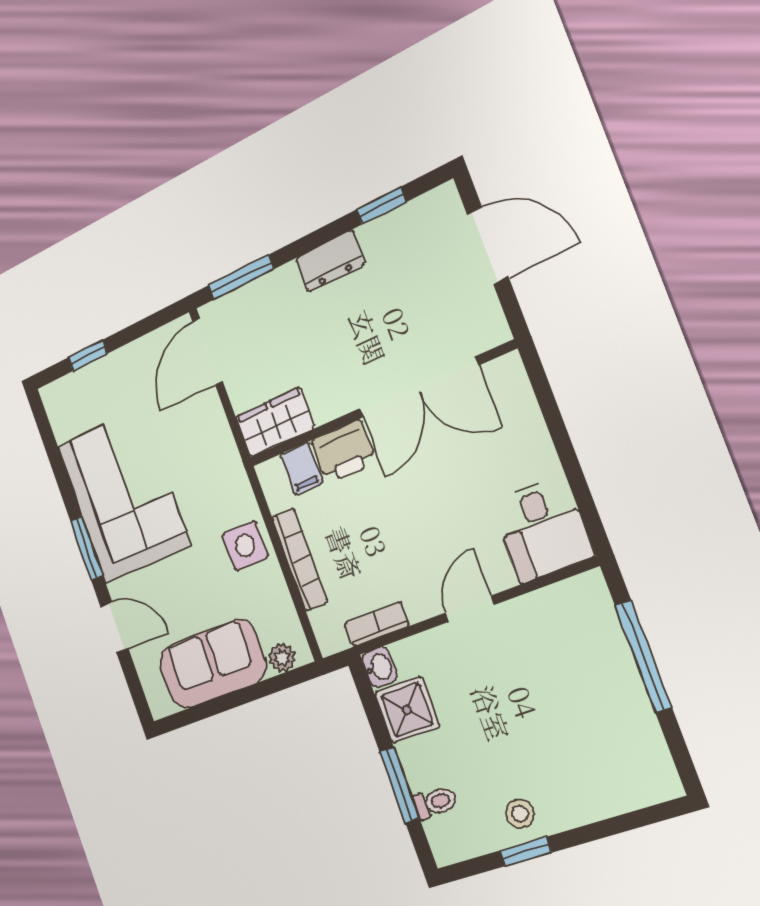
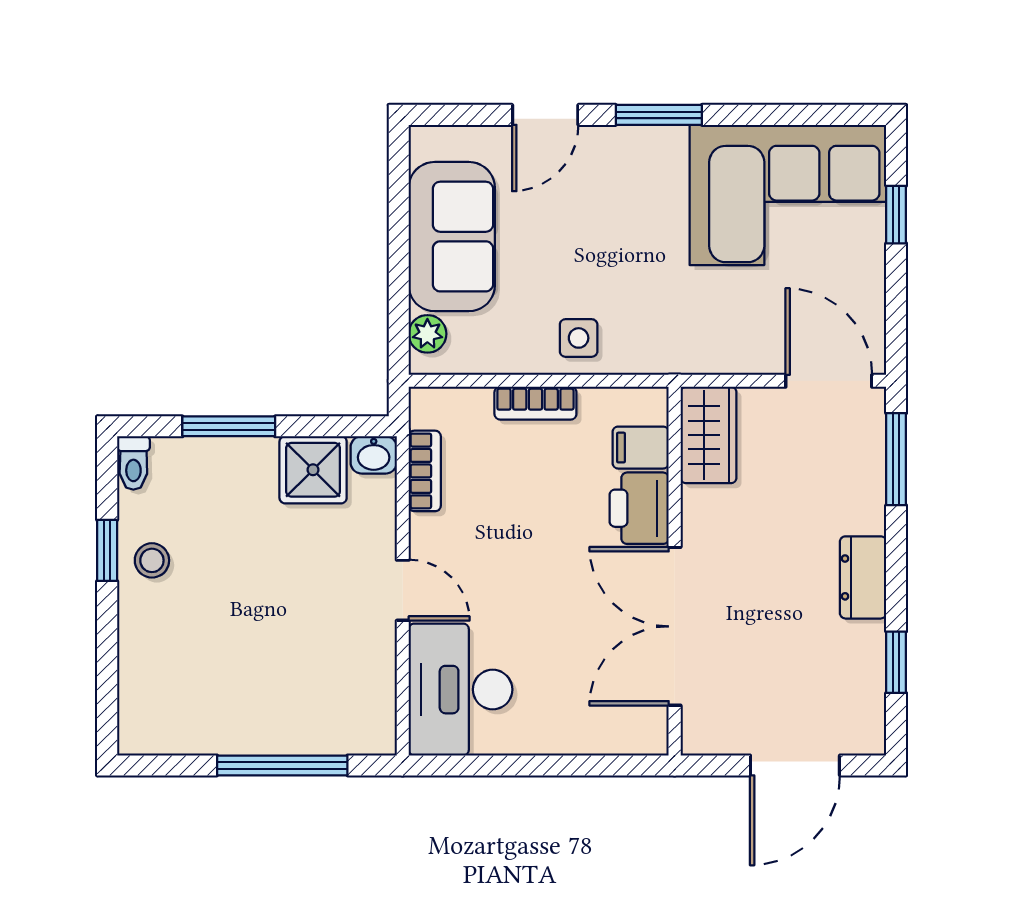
corner sofa: (123, 495) -> (788, 195), moved
desk: (542, 529) -> (460, 690), width x1.37
side table: (245, 546) -> (579, 338), width x0.73, depth x0.73
bookcase: (300, 560) -> (535, 403), width x0.64
toilet: (435, 802) -> (133, 463), moved

